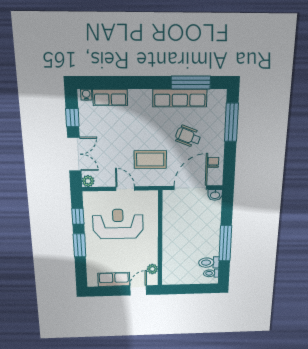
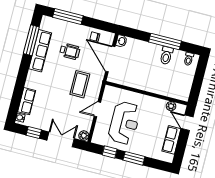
wheelchair: (188, 136) -> (70, 51), turned -111
reception desk: (118, 224) -> (124, 123), turned 180
toilet: (209, 263) -> (166, 56), moved

